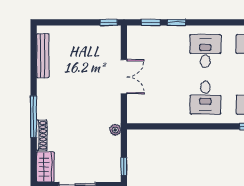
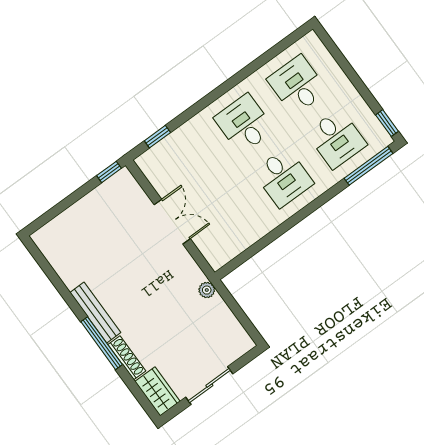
window: (177, 22) -> (187, 115), removed
bench: (43, 56) -> (95, 312), moved
window: (124, 166) -> (247, 325), removed

